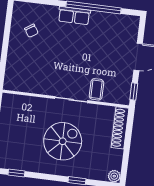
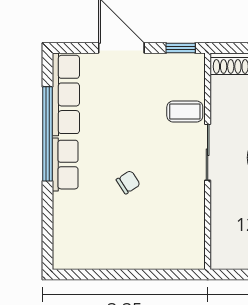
row of seats: (115, 21) -> (66, 94), added
chair: (31, 31) -> (128, 182), moved

